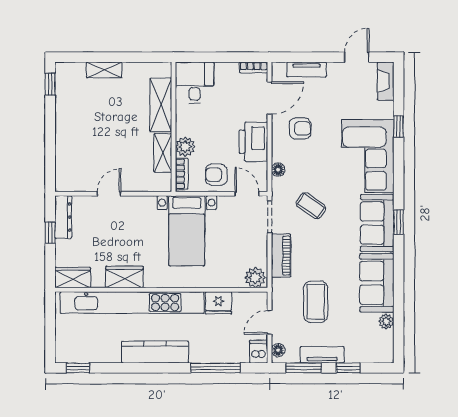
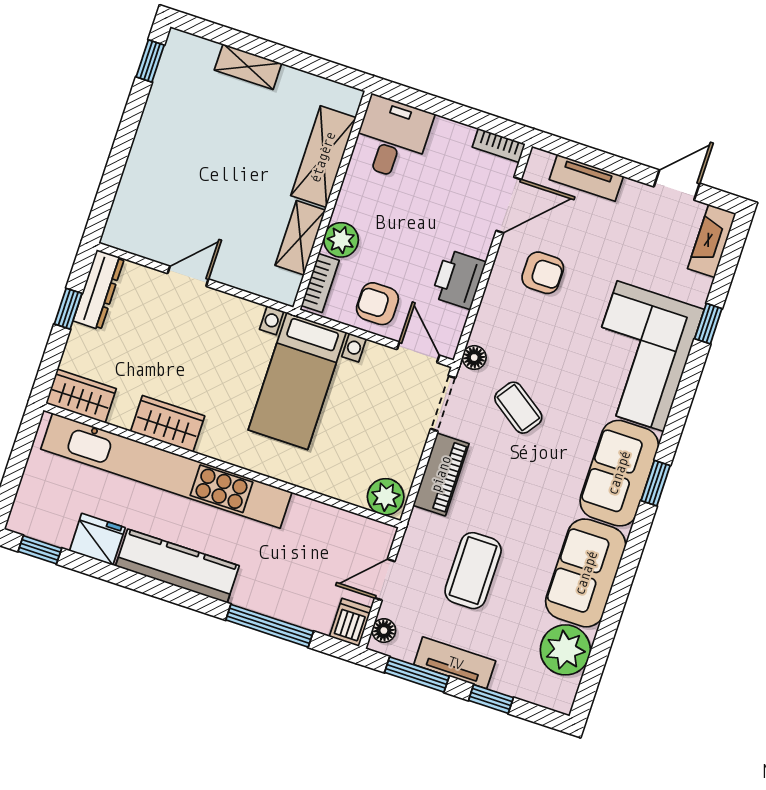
printer: (253, 142) -> (459, 279), width x0.73, depth x0.84
floor lamp: (278, 170) -> (474, 358), moved
fridge: (218, 303) -> (97, 539), moved, turned 180
plant: (386, 322) -> (565, 650), width x1.87, depth x1.87

